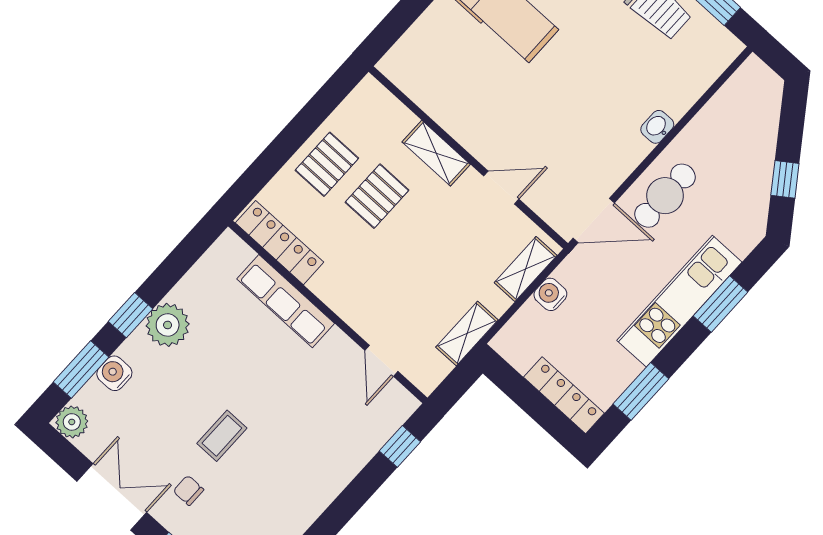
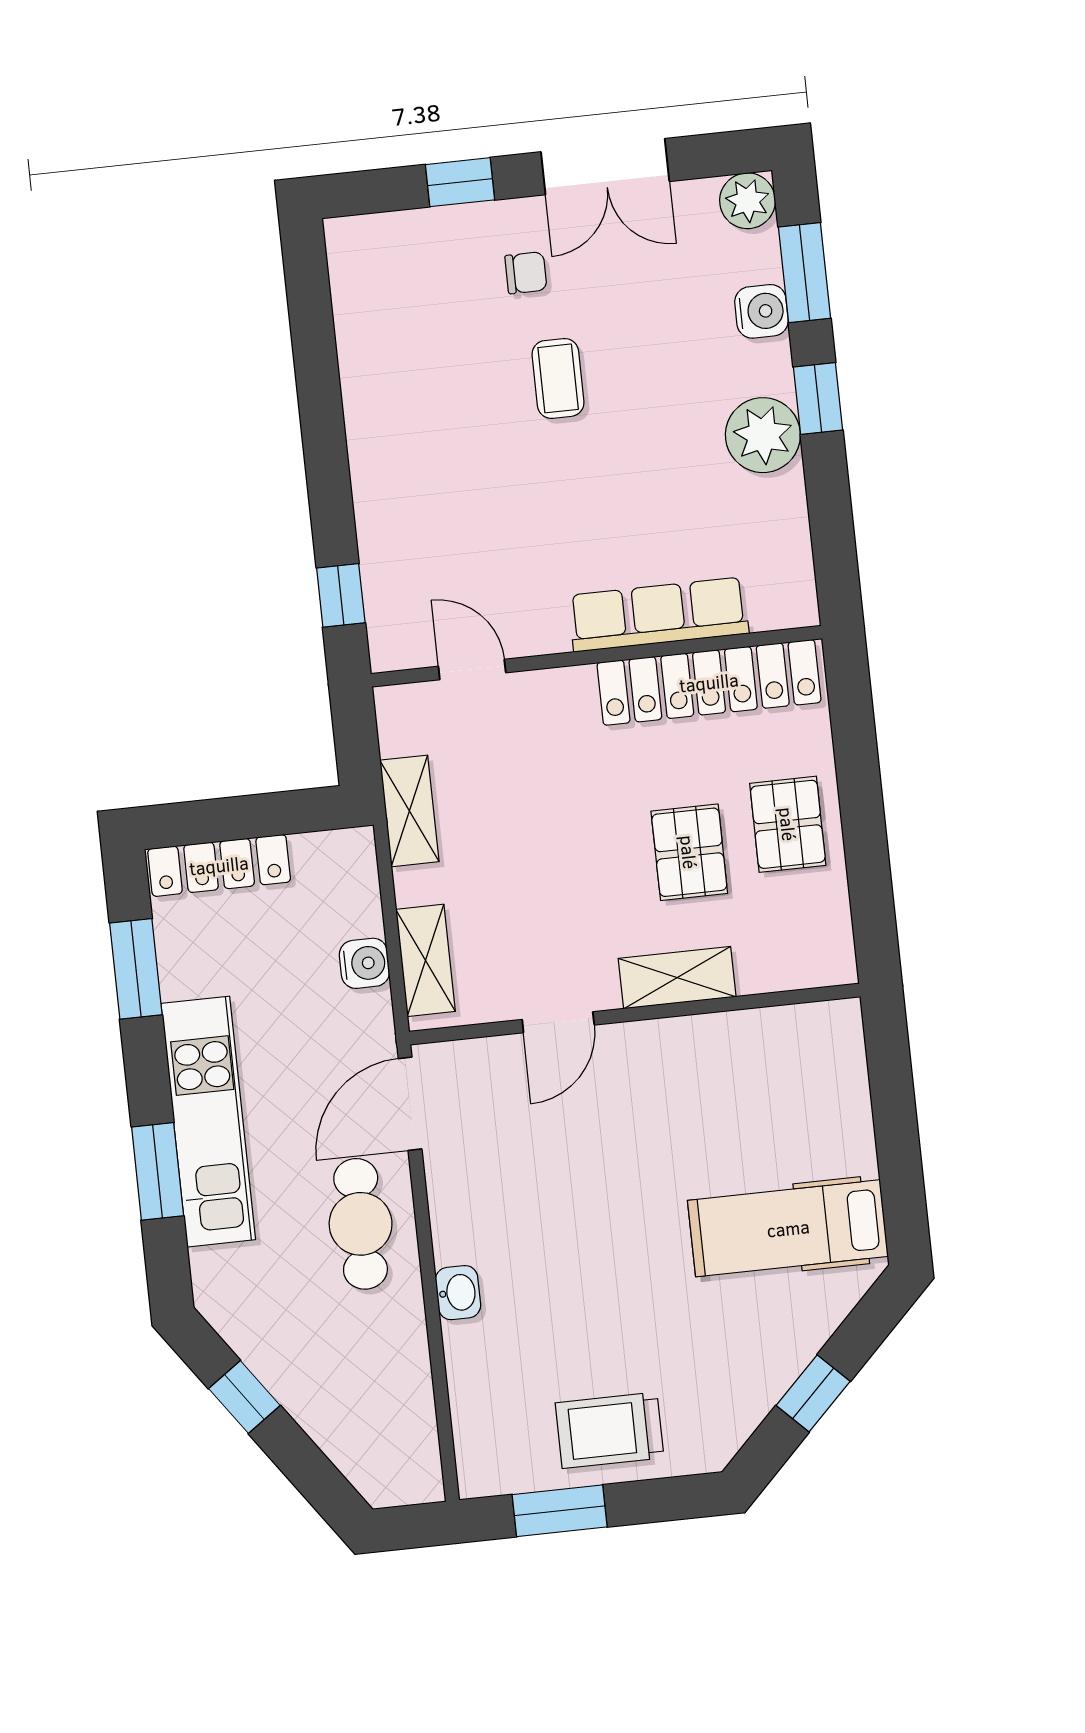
locker: (279, 243) -> (709, 682), width x1.41, depth x1.21

